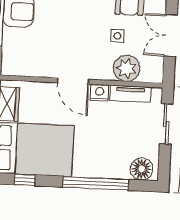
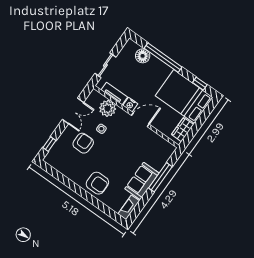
door: (73, 81) -> (140, 120), hinge flipped
floor lamp: (141, 169) -> (143, 56), moved

